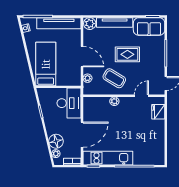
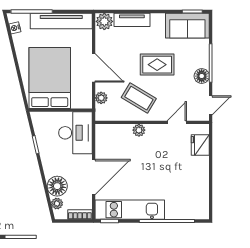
tv unit: (115, 22) -> (132, 20), width x0.71
floor lamp: (159, 63) -> (202, 76), added
bed: (46, 64) -> (50, 78), width x1.50

